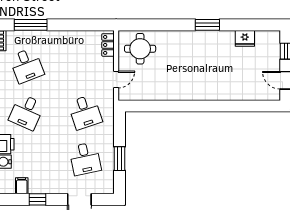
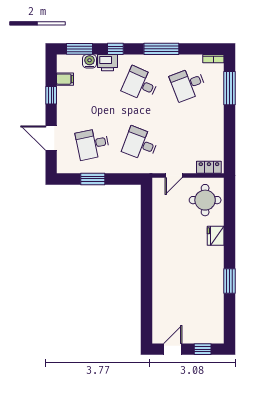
window: (207, 25) -> (230, 281), moved
fridge: (245, 38) -> (216, 236), moved
door: (116, 79) -> (174, 176), hinge flipped
desk: (85, 112) -> (140, 144), turned 39

